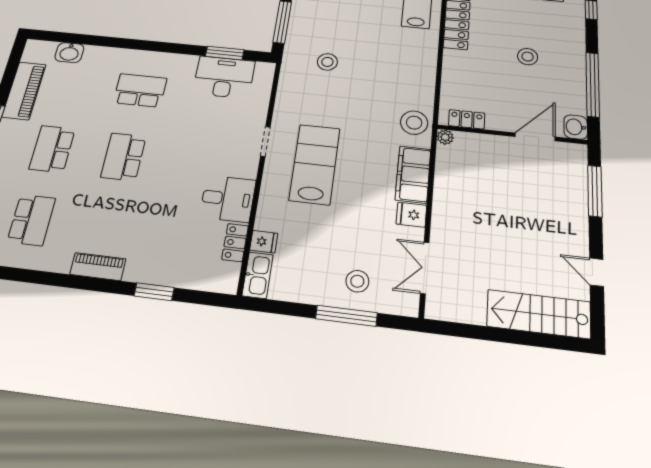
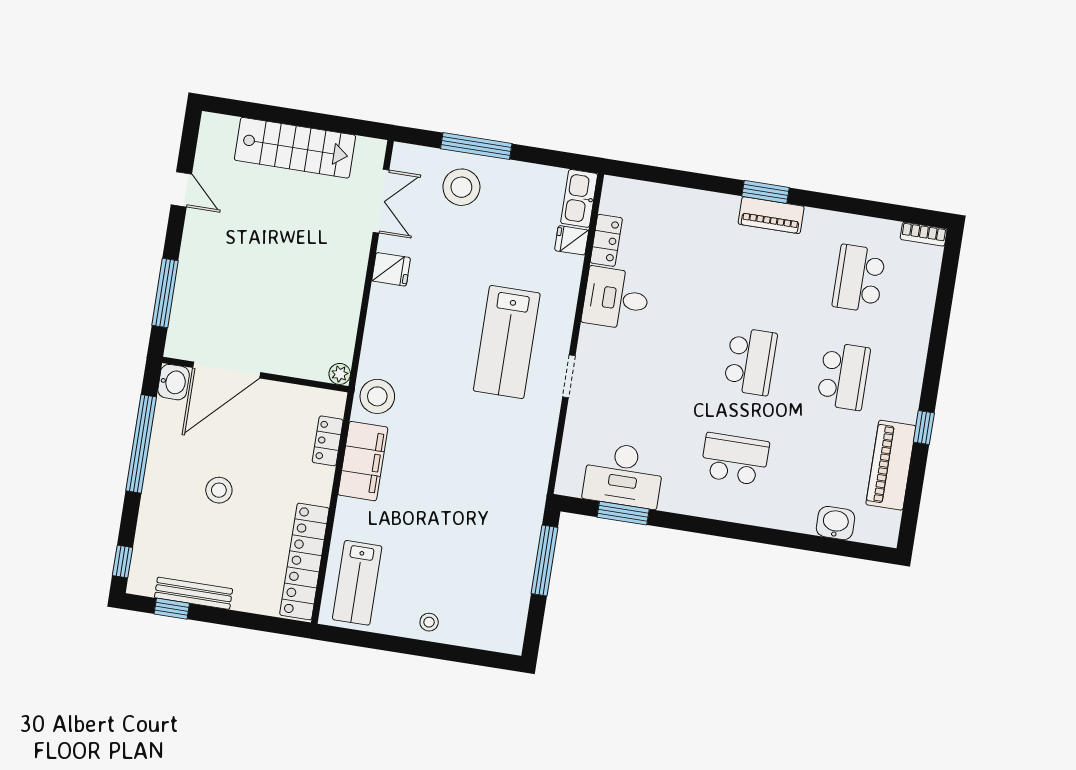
stool: (327, 62) -> (485, 493), removed
school desk: (140, 90) -> (735, 459), turned 180
locker: (467, 119) -> (328, 441), moved, turned 90
door: (535, 137) -> (227, 370), width x1.36
filing cabinet: (413, 174) -> (363, 461), moved
stool: (357, 281) -> (461, 187), width x1.38, depth x1.38
window: (154, 292) -> (766, 192), moved
stairs: (539, 314) -> (295, 148), moved

